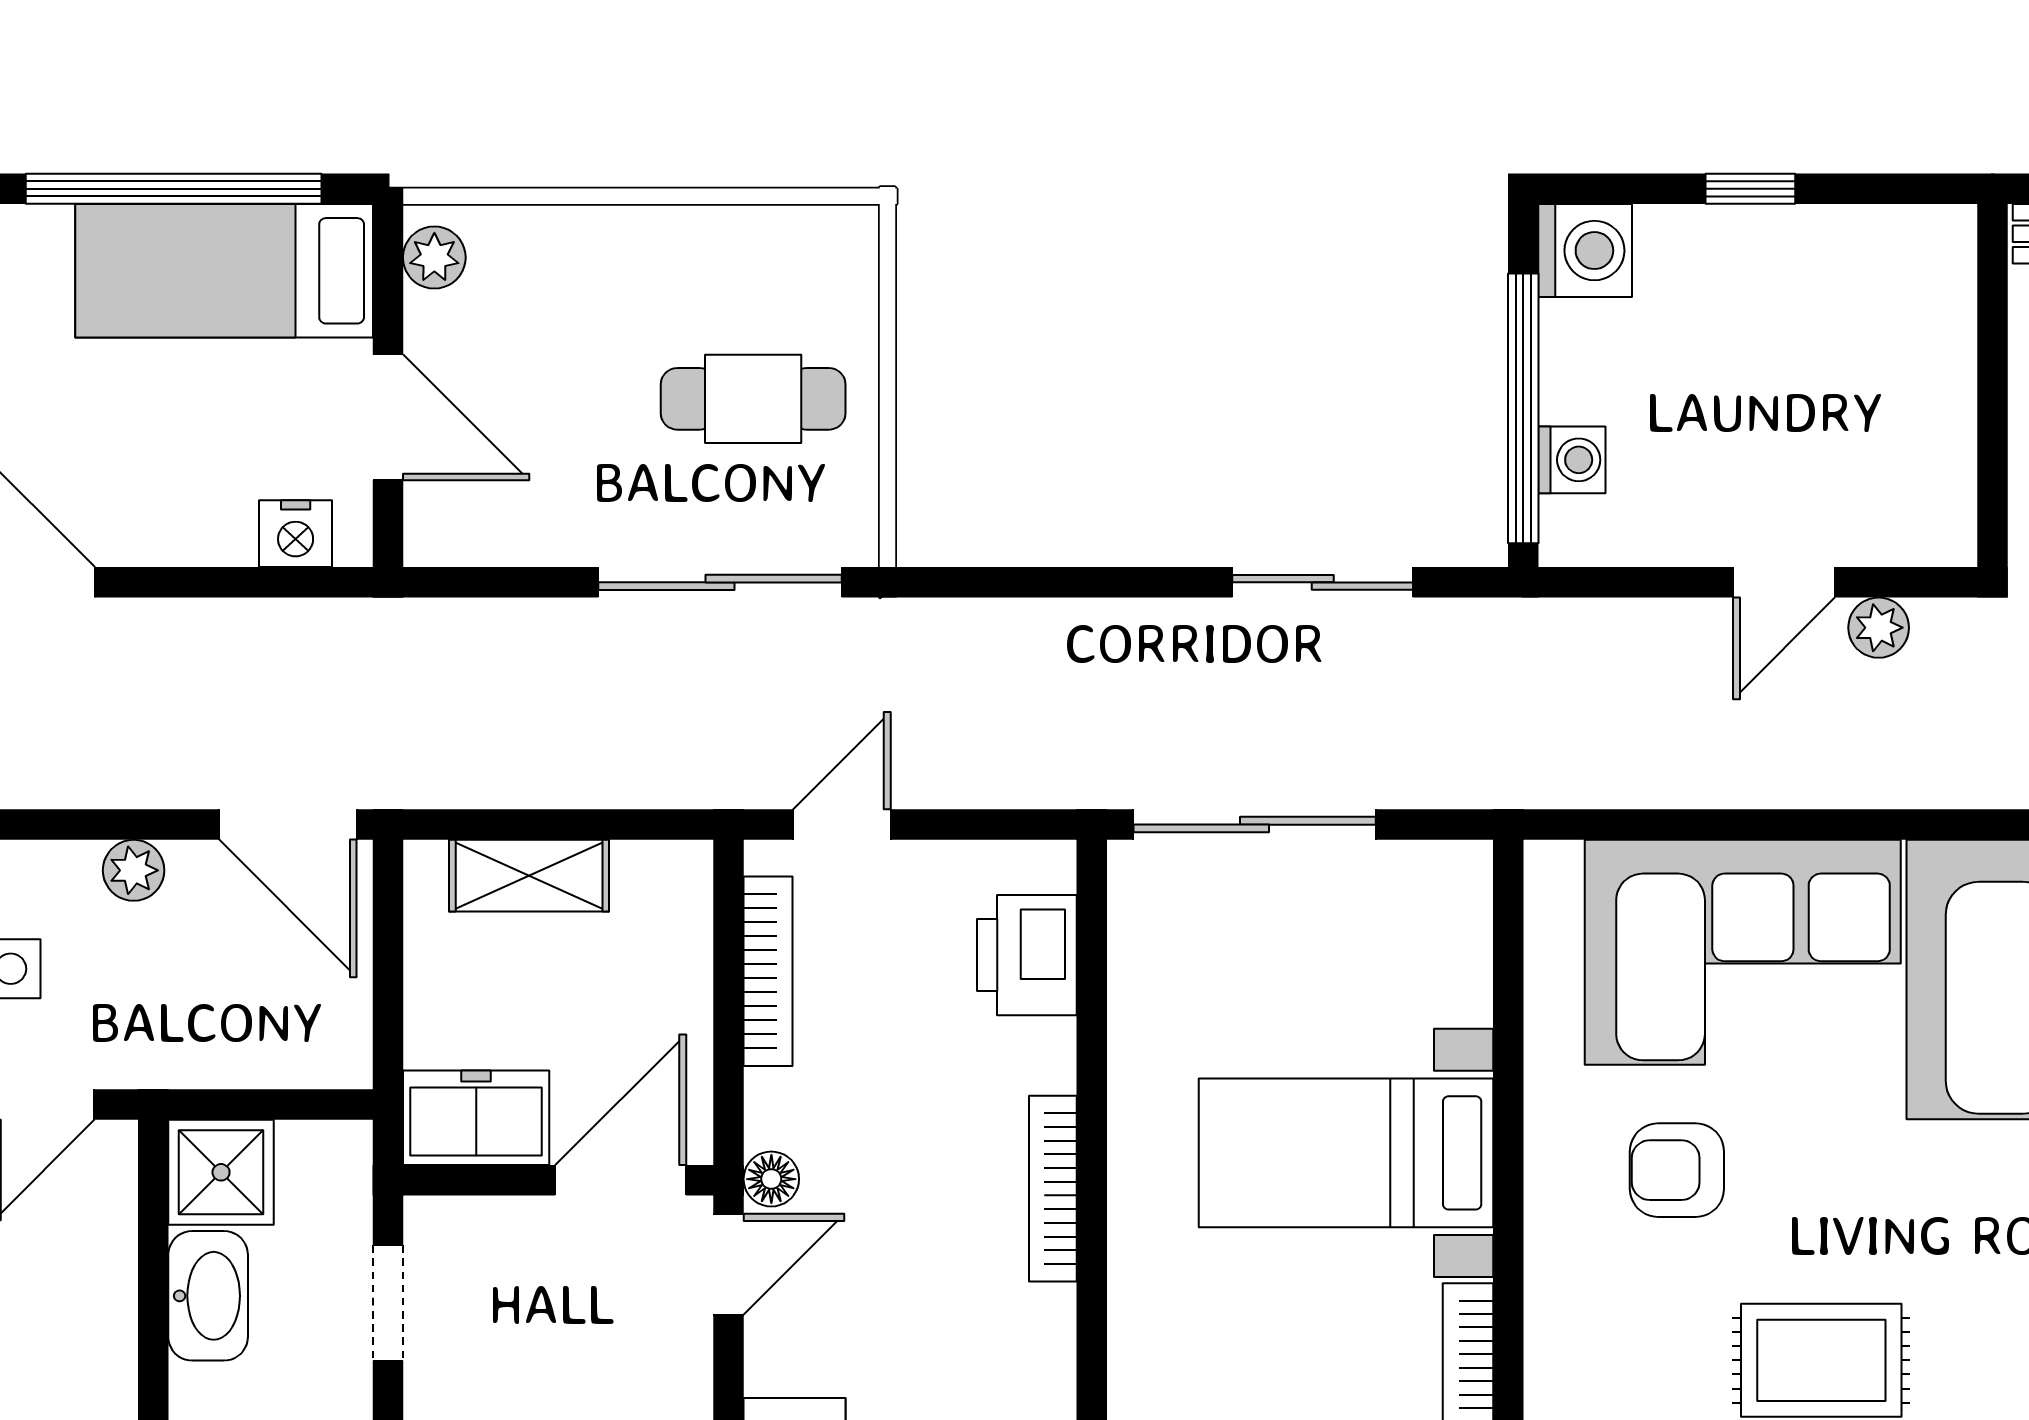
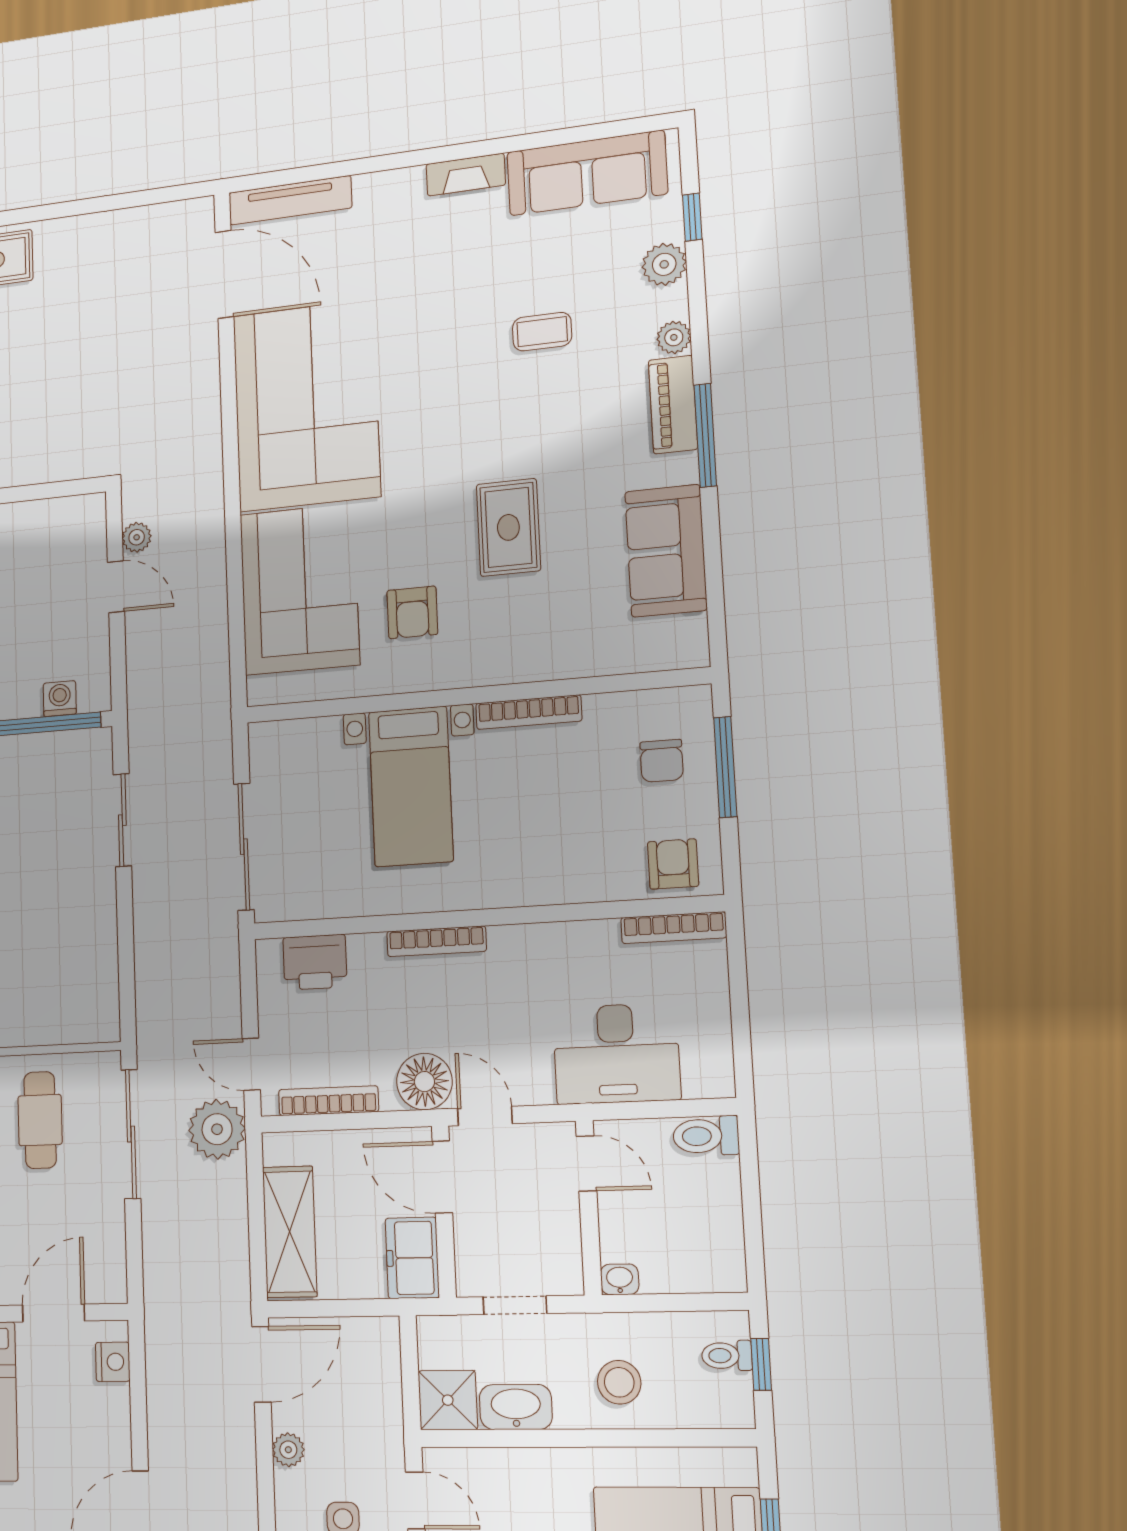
plant: (723, 753) -> (217, 1129), added
shelving: (529, 876) -> (290, 1232), width x1.50, depth x1.33
floor lamp: (771, 1179) -> (424, 1082), width x1.89, depth x1.89

